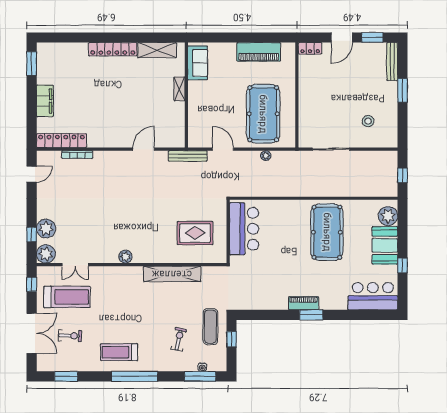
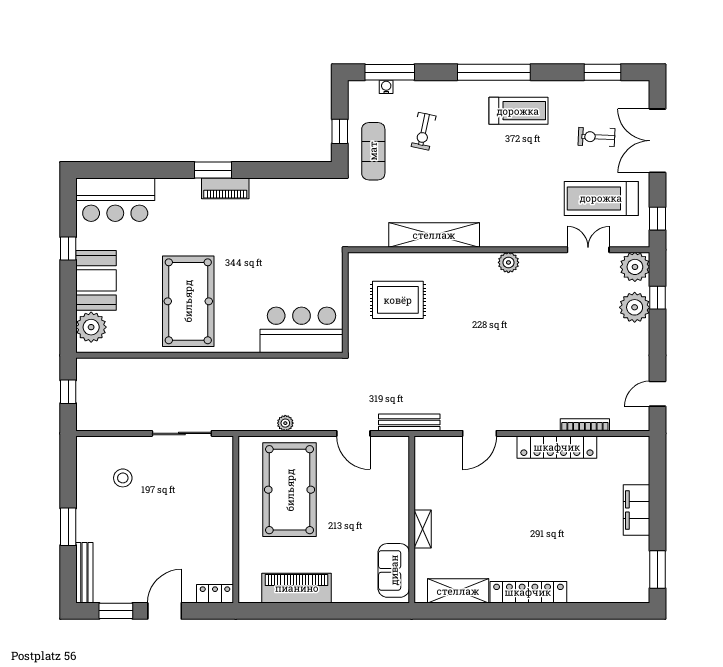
locker: (61, 141) -> (557, 447), moved
bar counter: (244, 229) -> (302, 330), moved, turned 90

